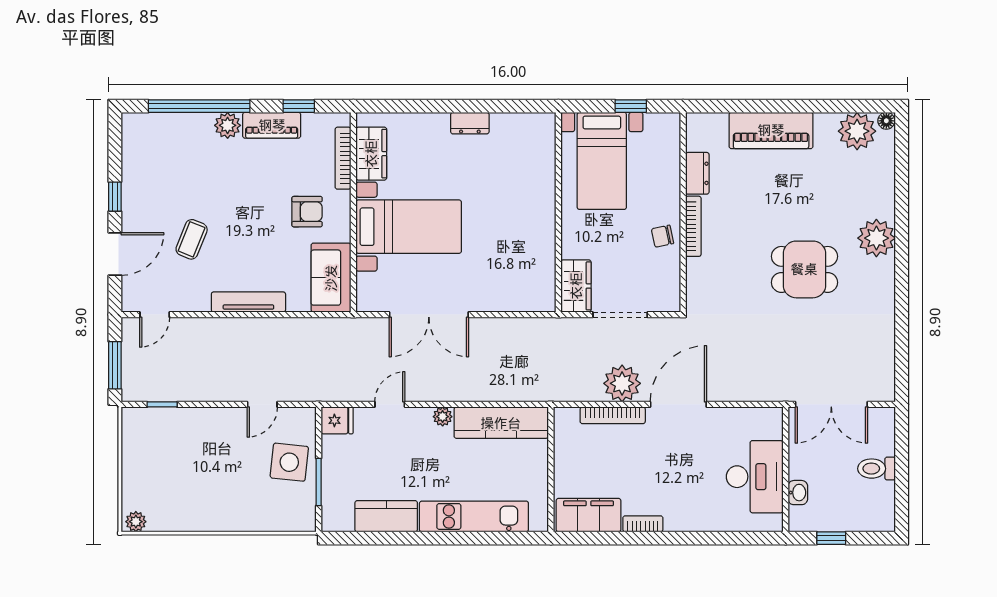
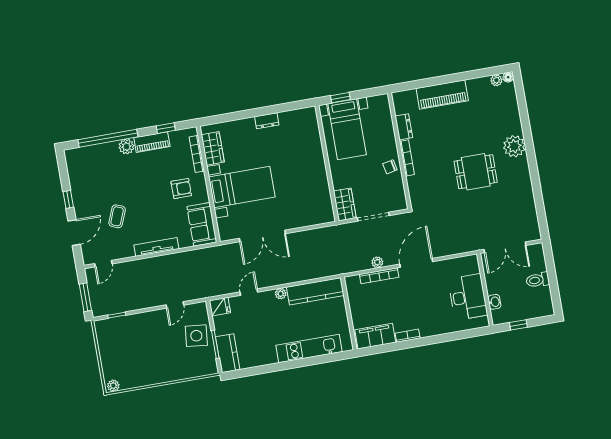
window: (631, 106) -> (340, 98), moved
plant: (857, 131) -> (496, 80), width x0.53, depth x0.53
plant: (622, 383) -> (377, 262), width x0.53, depth x0.53
kitchen counter: (386, 516) -> (228, 353), moved, turned 90

